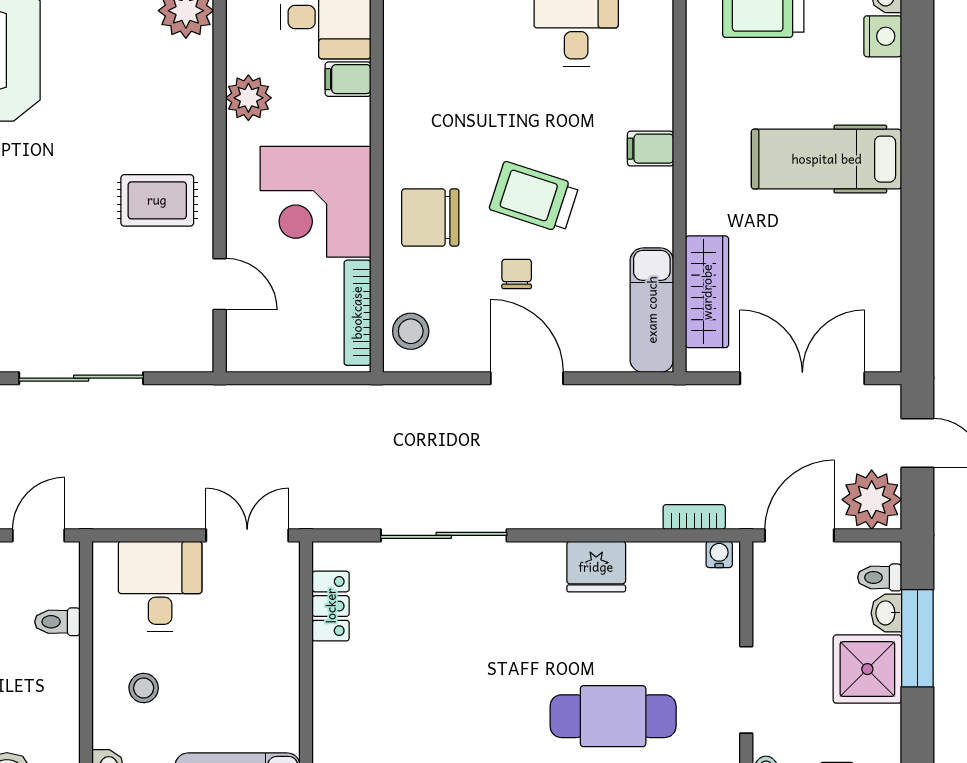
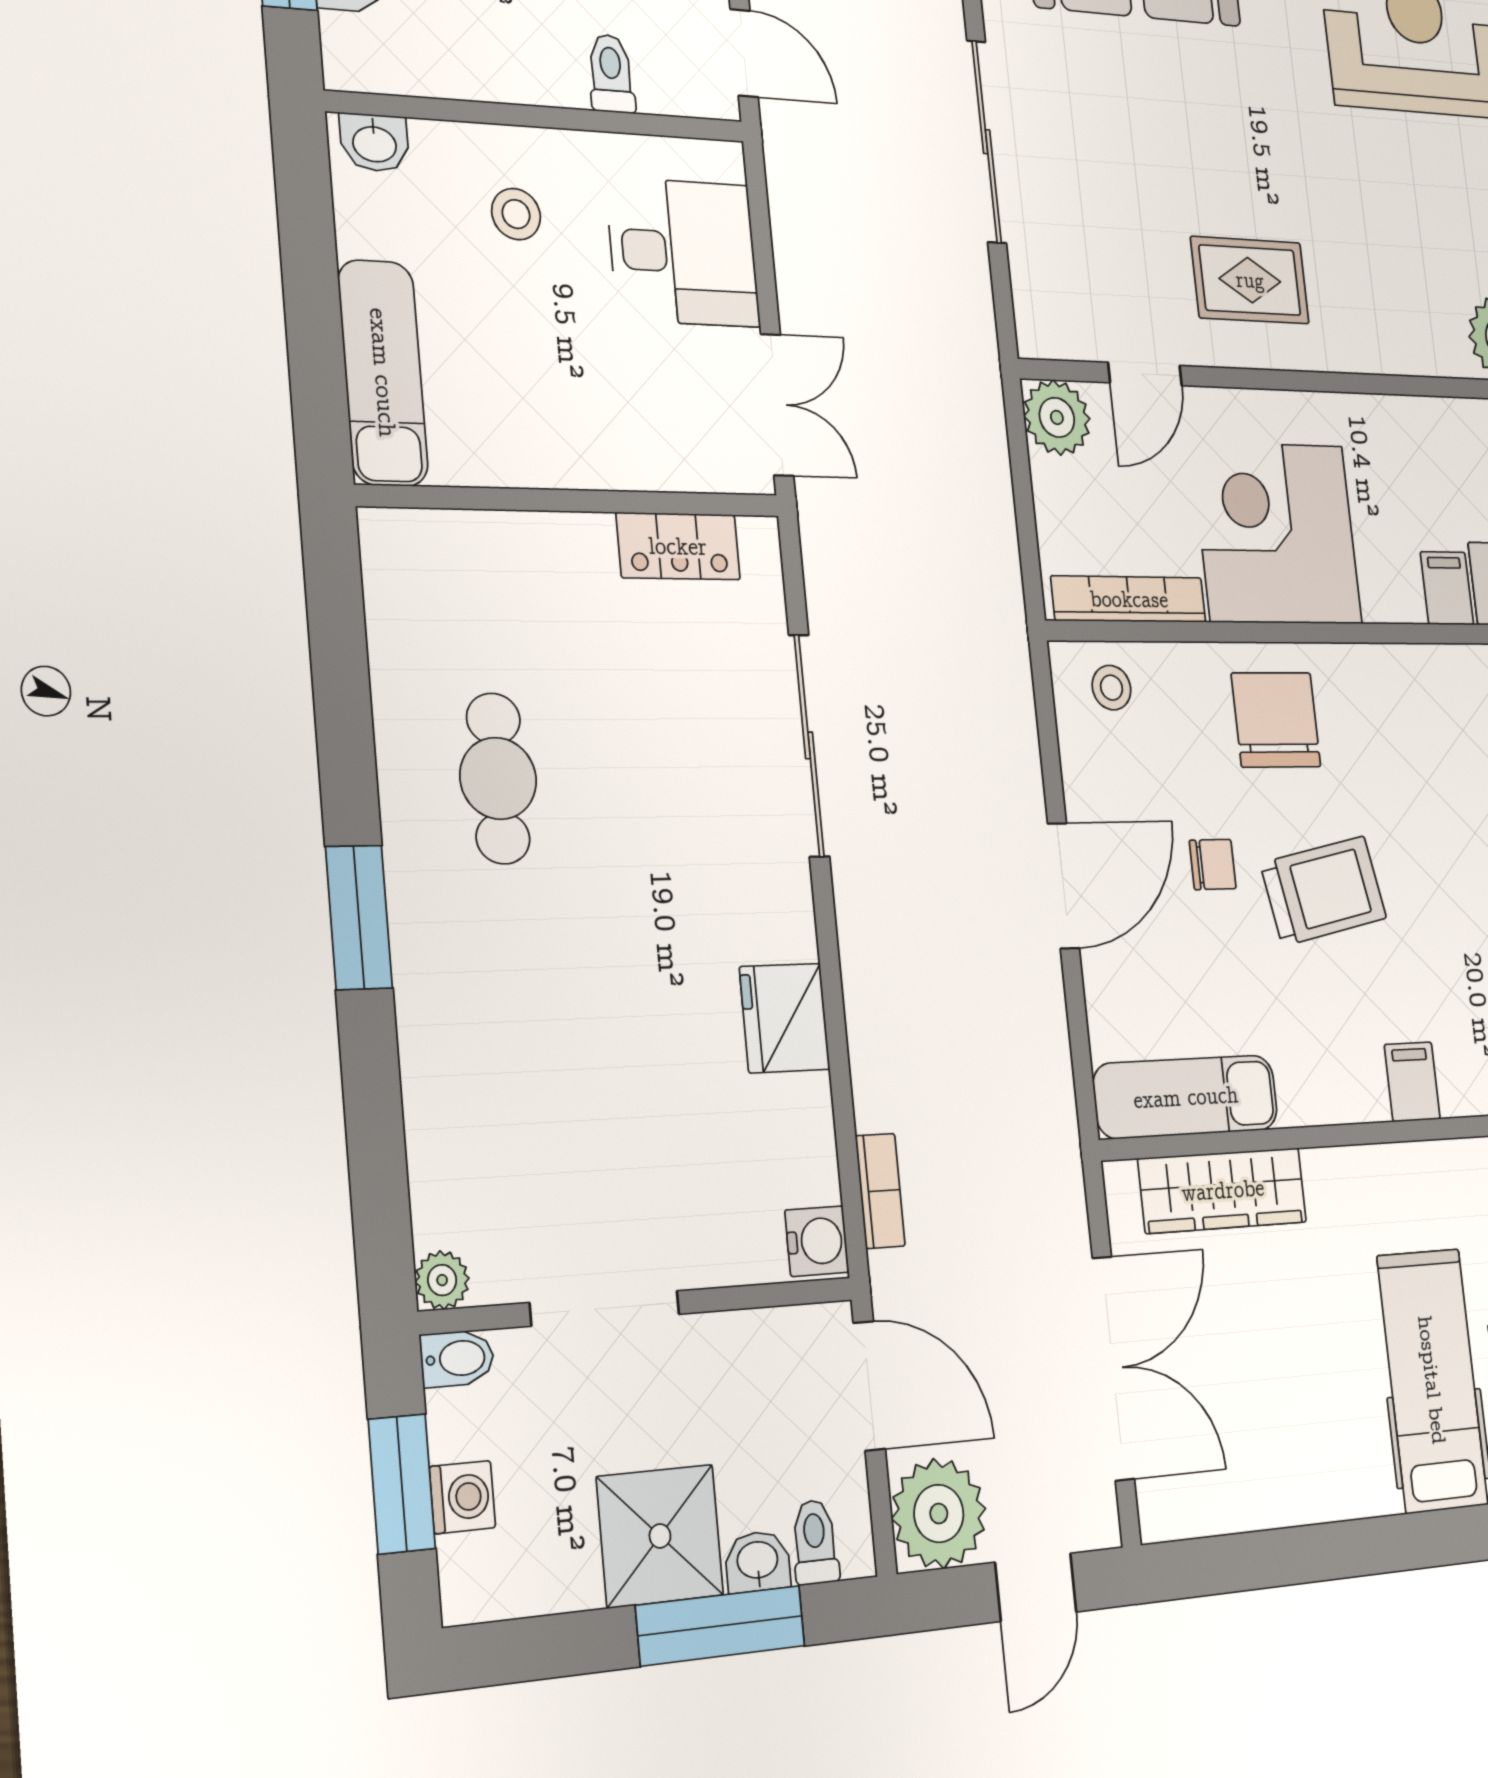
plant: (248, 98) -> (1057, 417), moved
trolley: (534, 197) -> (1323, 891), turned 61
rug: (157, 200) -> (1250, 280), turned 90
stool: (411, 331) -> (1112, 688), width x0.73, depth x0.73
water cooler: (719, 554) -> (817, 1241), width x1.38, depth x1.38
cafe table: (613, 716) -> (498, 778), moved, width x0.73, depth x0.74

